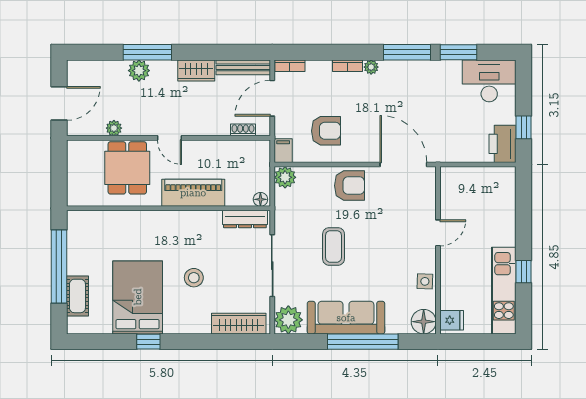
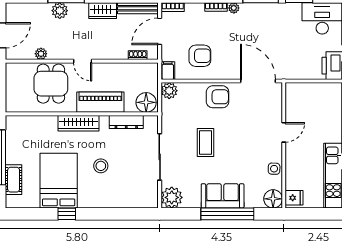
floor lamp: (260, 199) -> (146, 102), width x1.89, depth x1.89
dresser: (245, 219) -> (126, 122), moved
sofa: (346, 318) -> (223, 196), width x0.73
wardrobe: (239, 324) -> (79, 123), moved, turned 180

